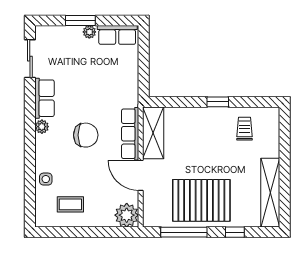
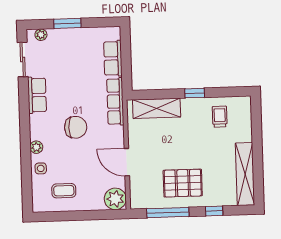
plant: (89, 32) -> (41, 35), moved
row of seats: (117, 35) -> (113, 58), moved, turned 90
plant: (42, 127) -> (36, 147), moved
shelving: (153, 133) -> (157, 108), moved, turned 90
row of seats: (130, 134) -> (115, 101), moved
pallet: (201, 200) -> (183, 183), width x0.73, depth x0.71

